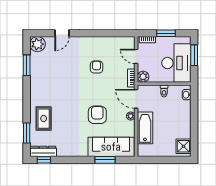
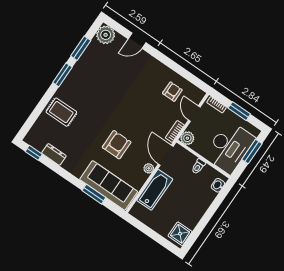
armchair: (97, 67) -> (172, 92), moved
rug: (44, 119) -> (61, 112), turned 90
window: (27, 133) -> (62, 75), moved
dresser: (43, 151) -> (54, 154), moved, width x0.70

